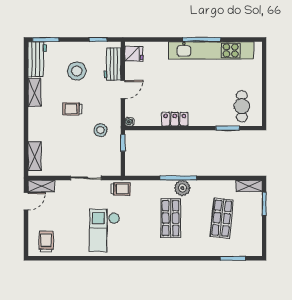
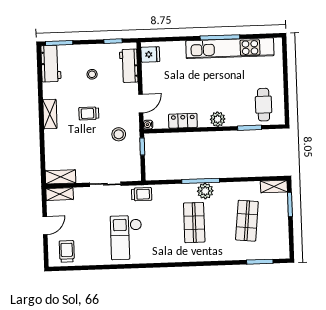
stool: (77, 71) -> (92, 74), width x0.53, depth x0.53
door: (123, 90) -> (141, 103), moved
shelving: (34, 92) -> (50, 114), moved
locker: (175, 119) -> (183, 121), moved
plant: (197, 119) -> (218, 119), added
shelving: (35, 156) -> (61, 177), moved, turned 90
door: (26, 201) -> (45, 225), moved

